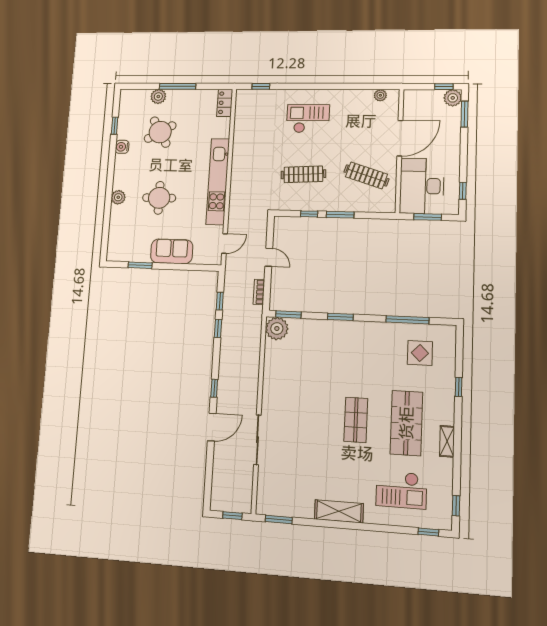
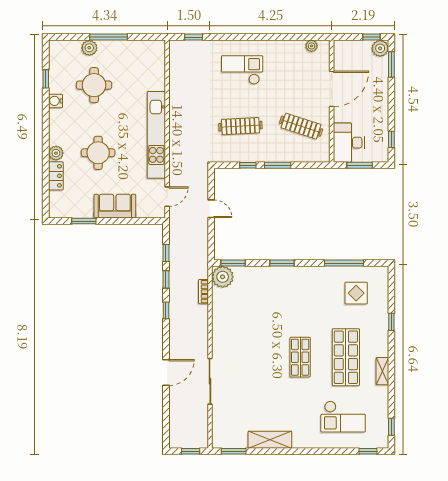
locker: (225, 103) -> (56, 176), moved, turned 180
round table: (160, 132) -> (94, 85), turned 30
desk: (422, 186) -> (349, 143), width x0.73, depth x0.77
bookcase: (259, 292) -> (203, 292), moved
window: (214, 388) -> (166, 310), moved
shelving: (339, 511) -> (270, 440), moved

